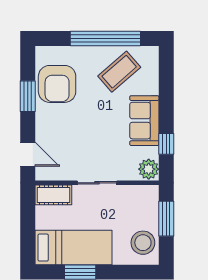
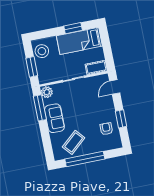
armchair: (57, 84) -> (106, 129), width x0.53, depth x0.53
window: (166, 144) -> (40, 108), width x2.17
door: (28, 154) -> (115, 87), hinge flipped

